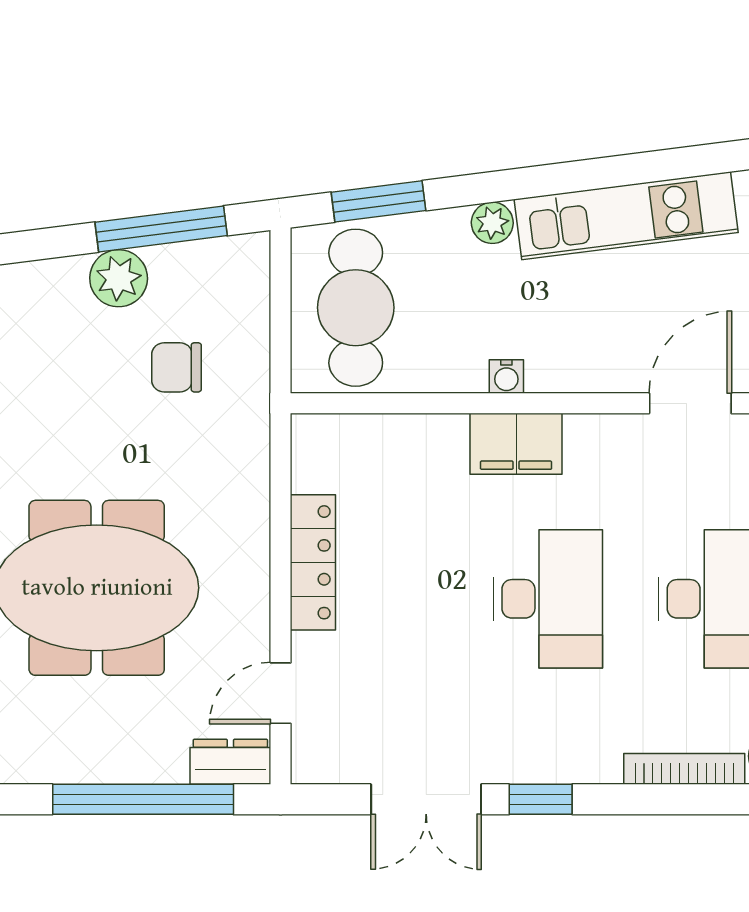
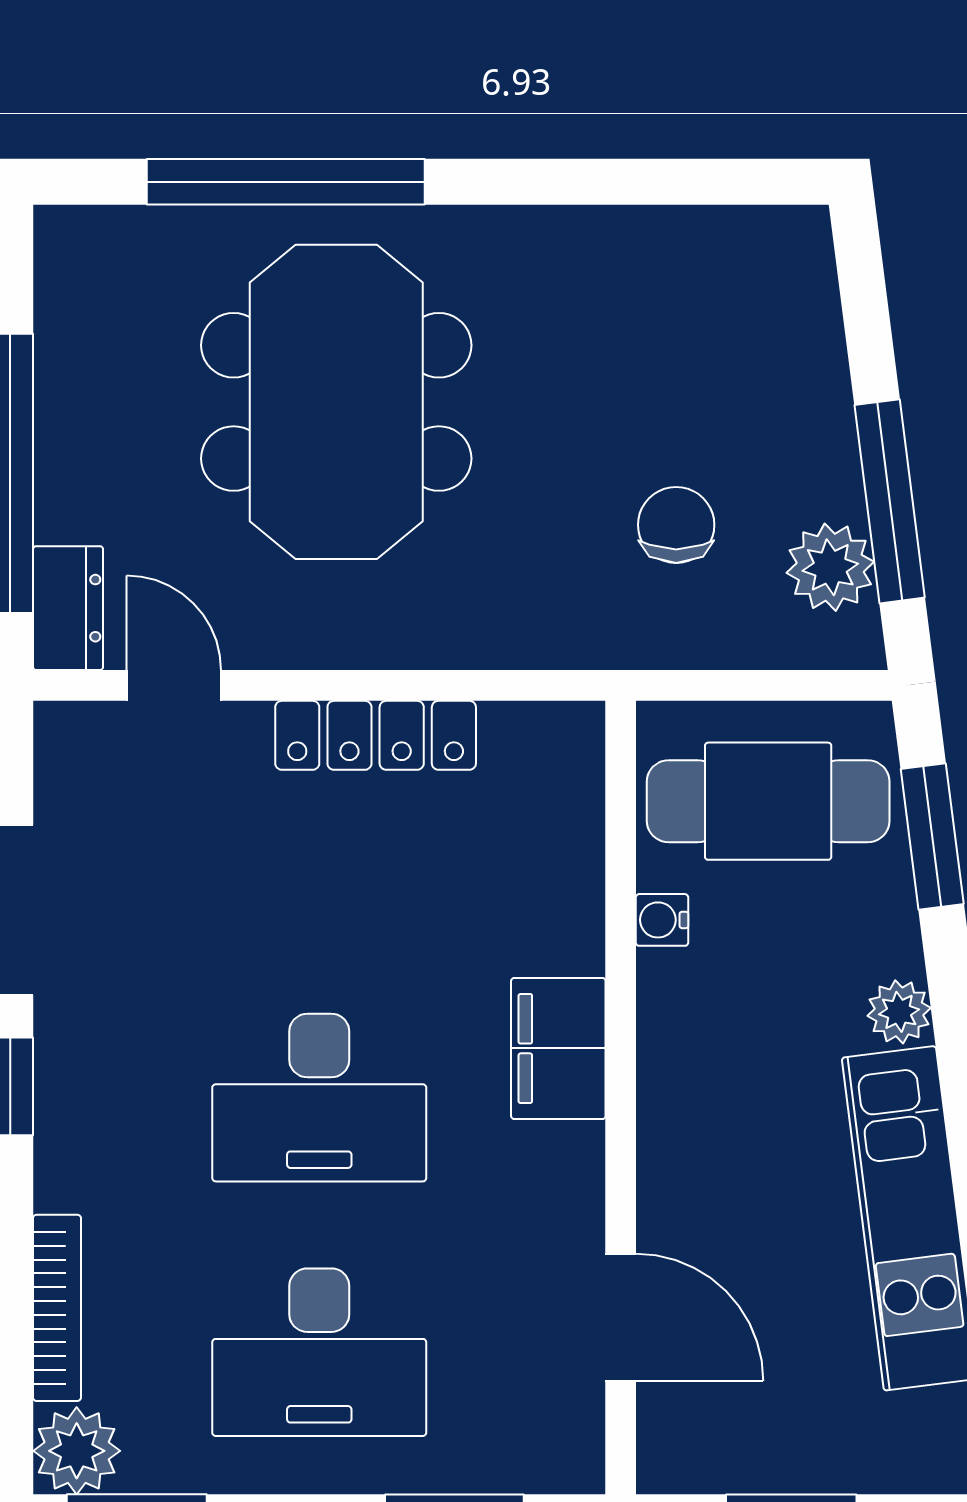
plant: (119, 278) -> (830, 567), moved
water cooler: (506, 377) -> (662, 920), moved

